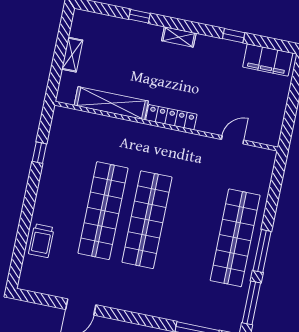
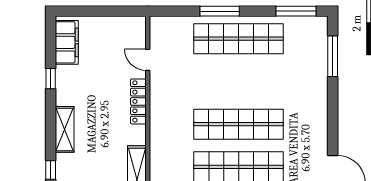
shelving: (179, 37) -> (65, 129), width x1.50, depth x1.33
locker: (171, 117) -> (138, 101), moved
window: (262, 251) -> (220, 11), moved

